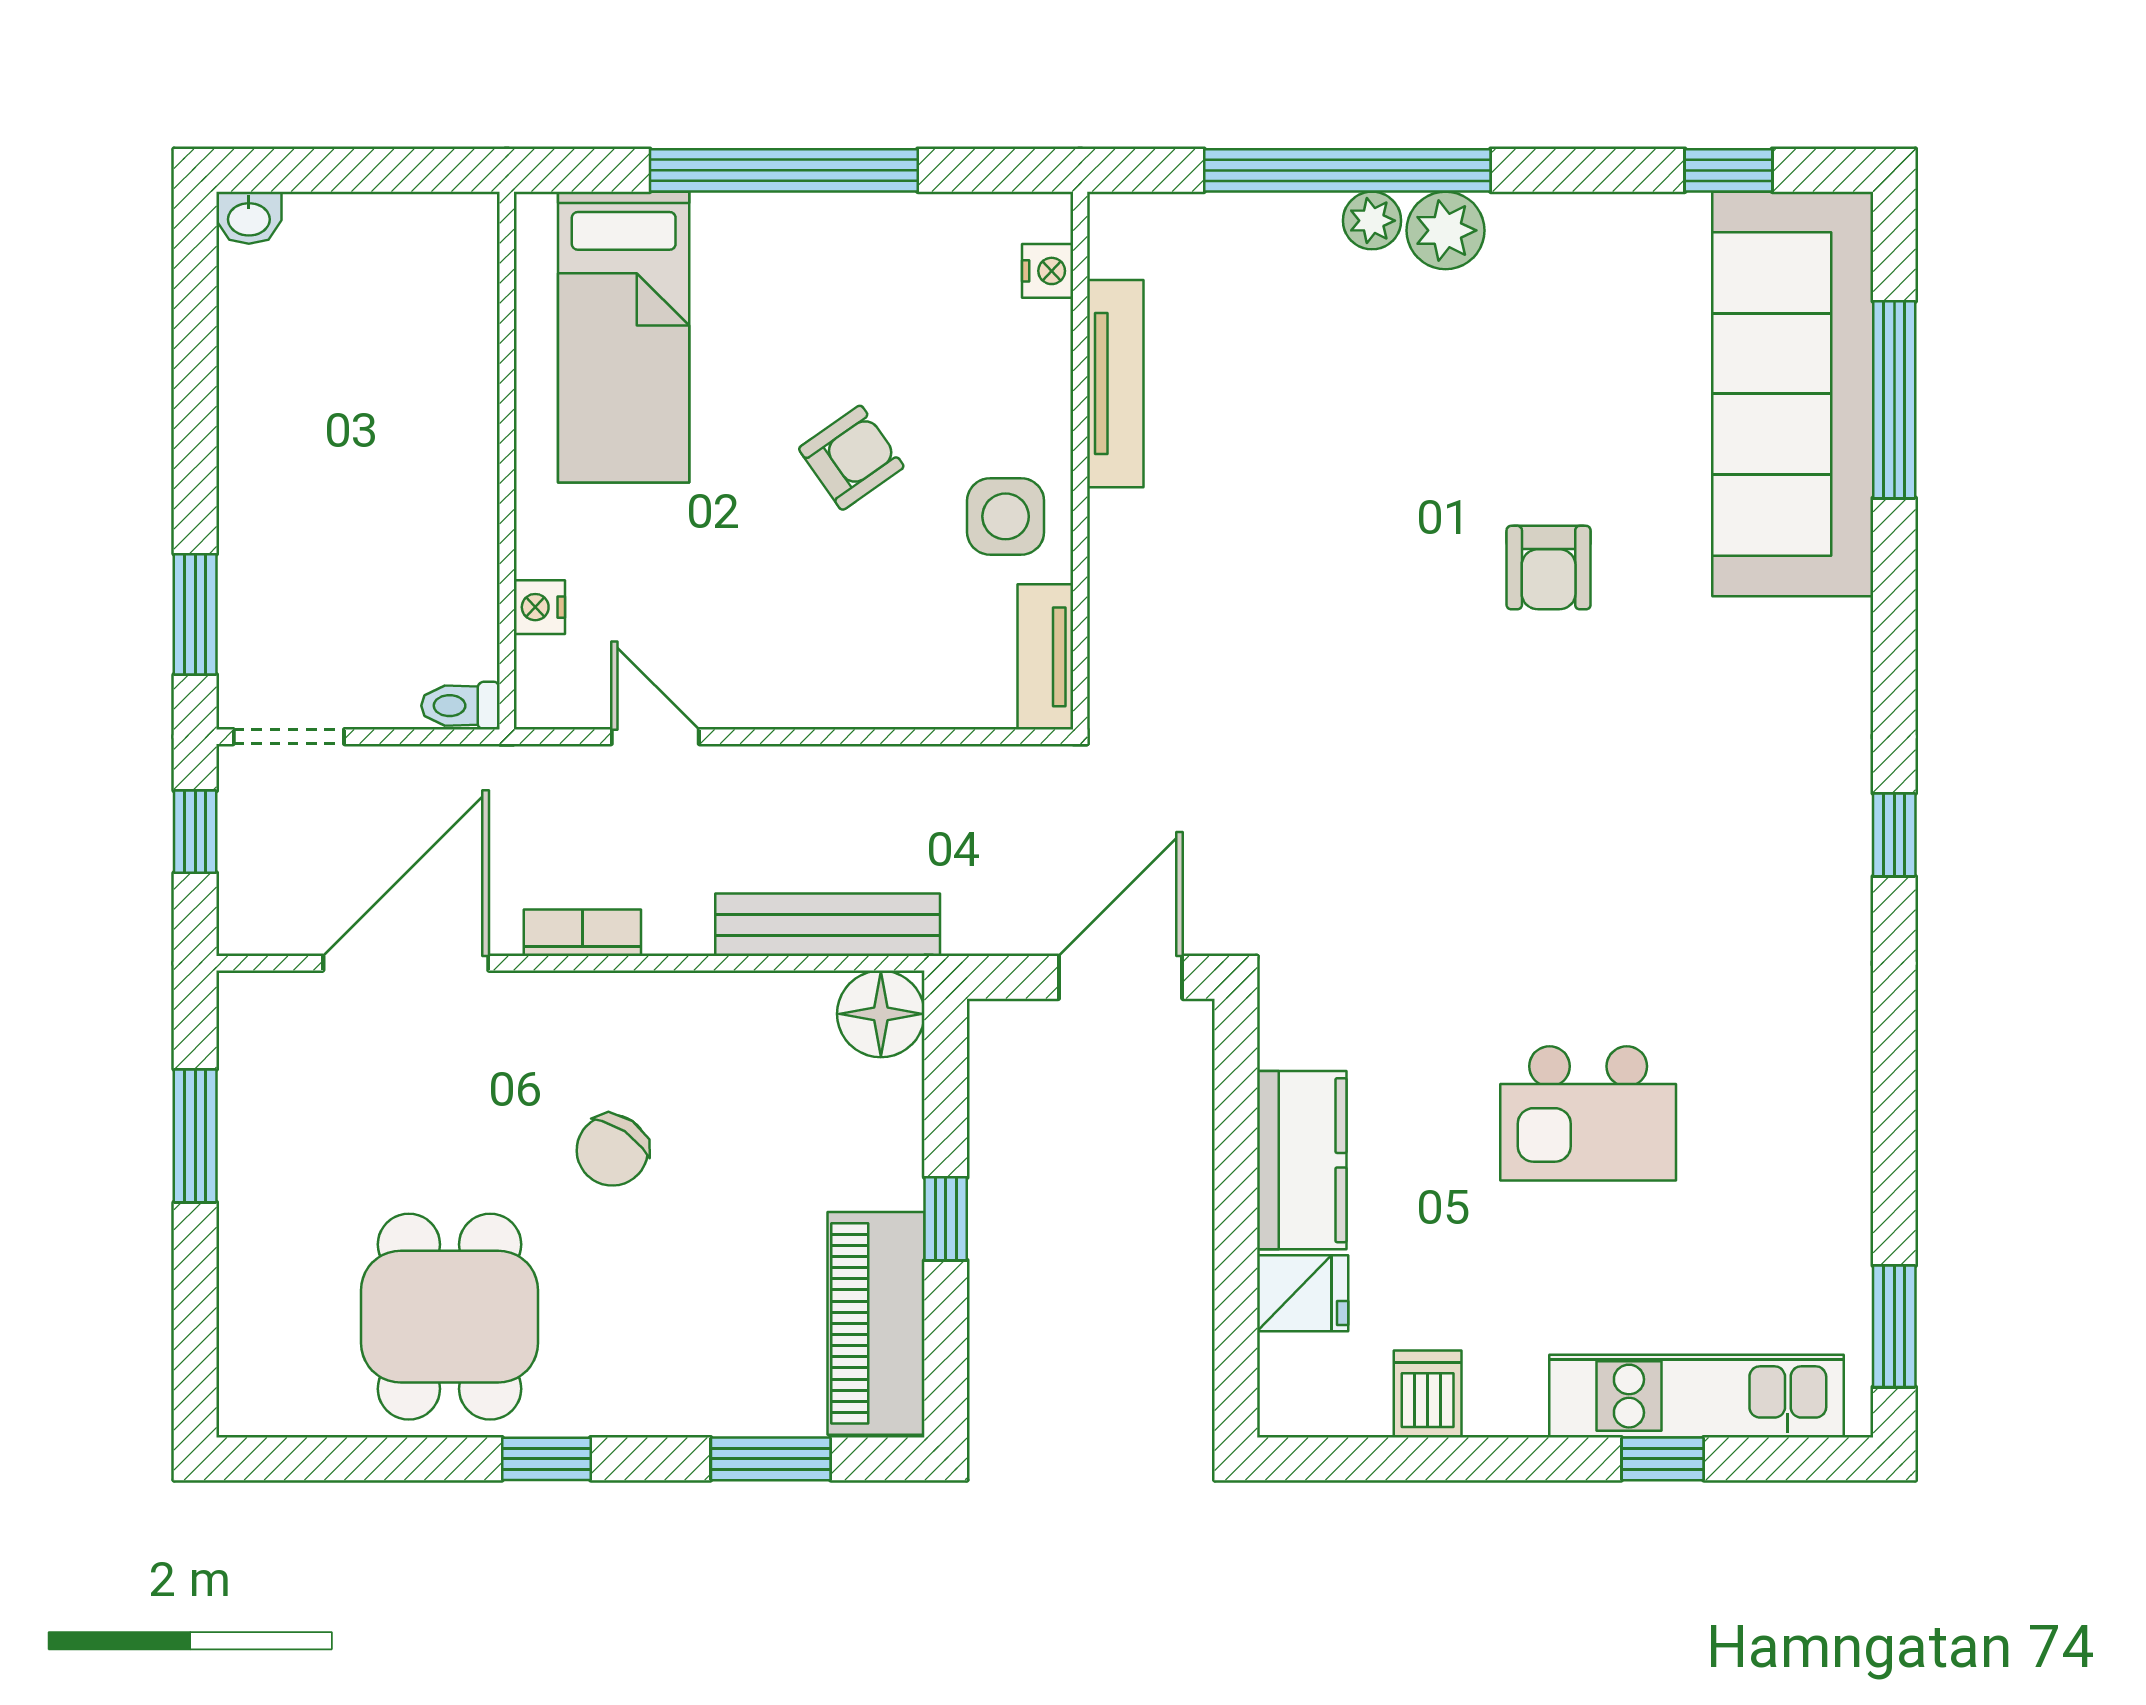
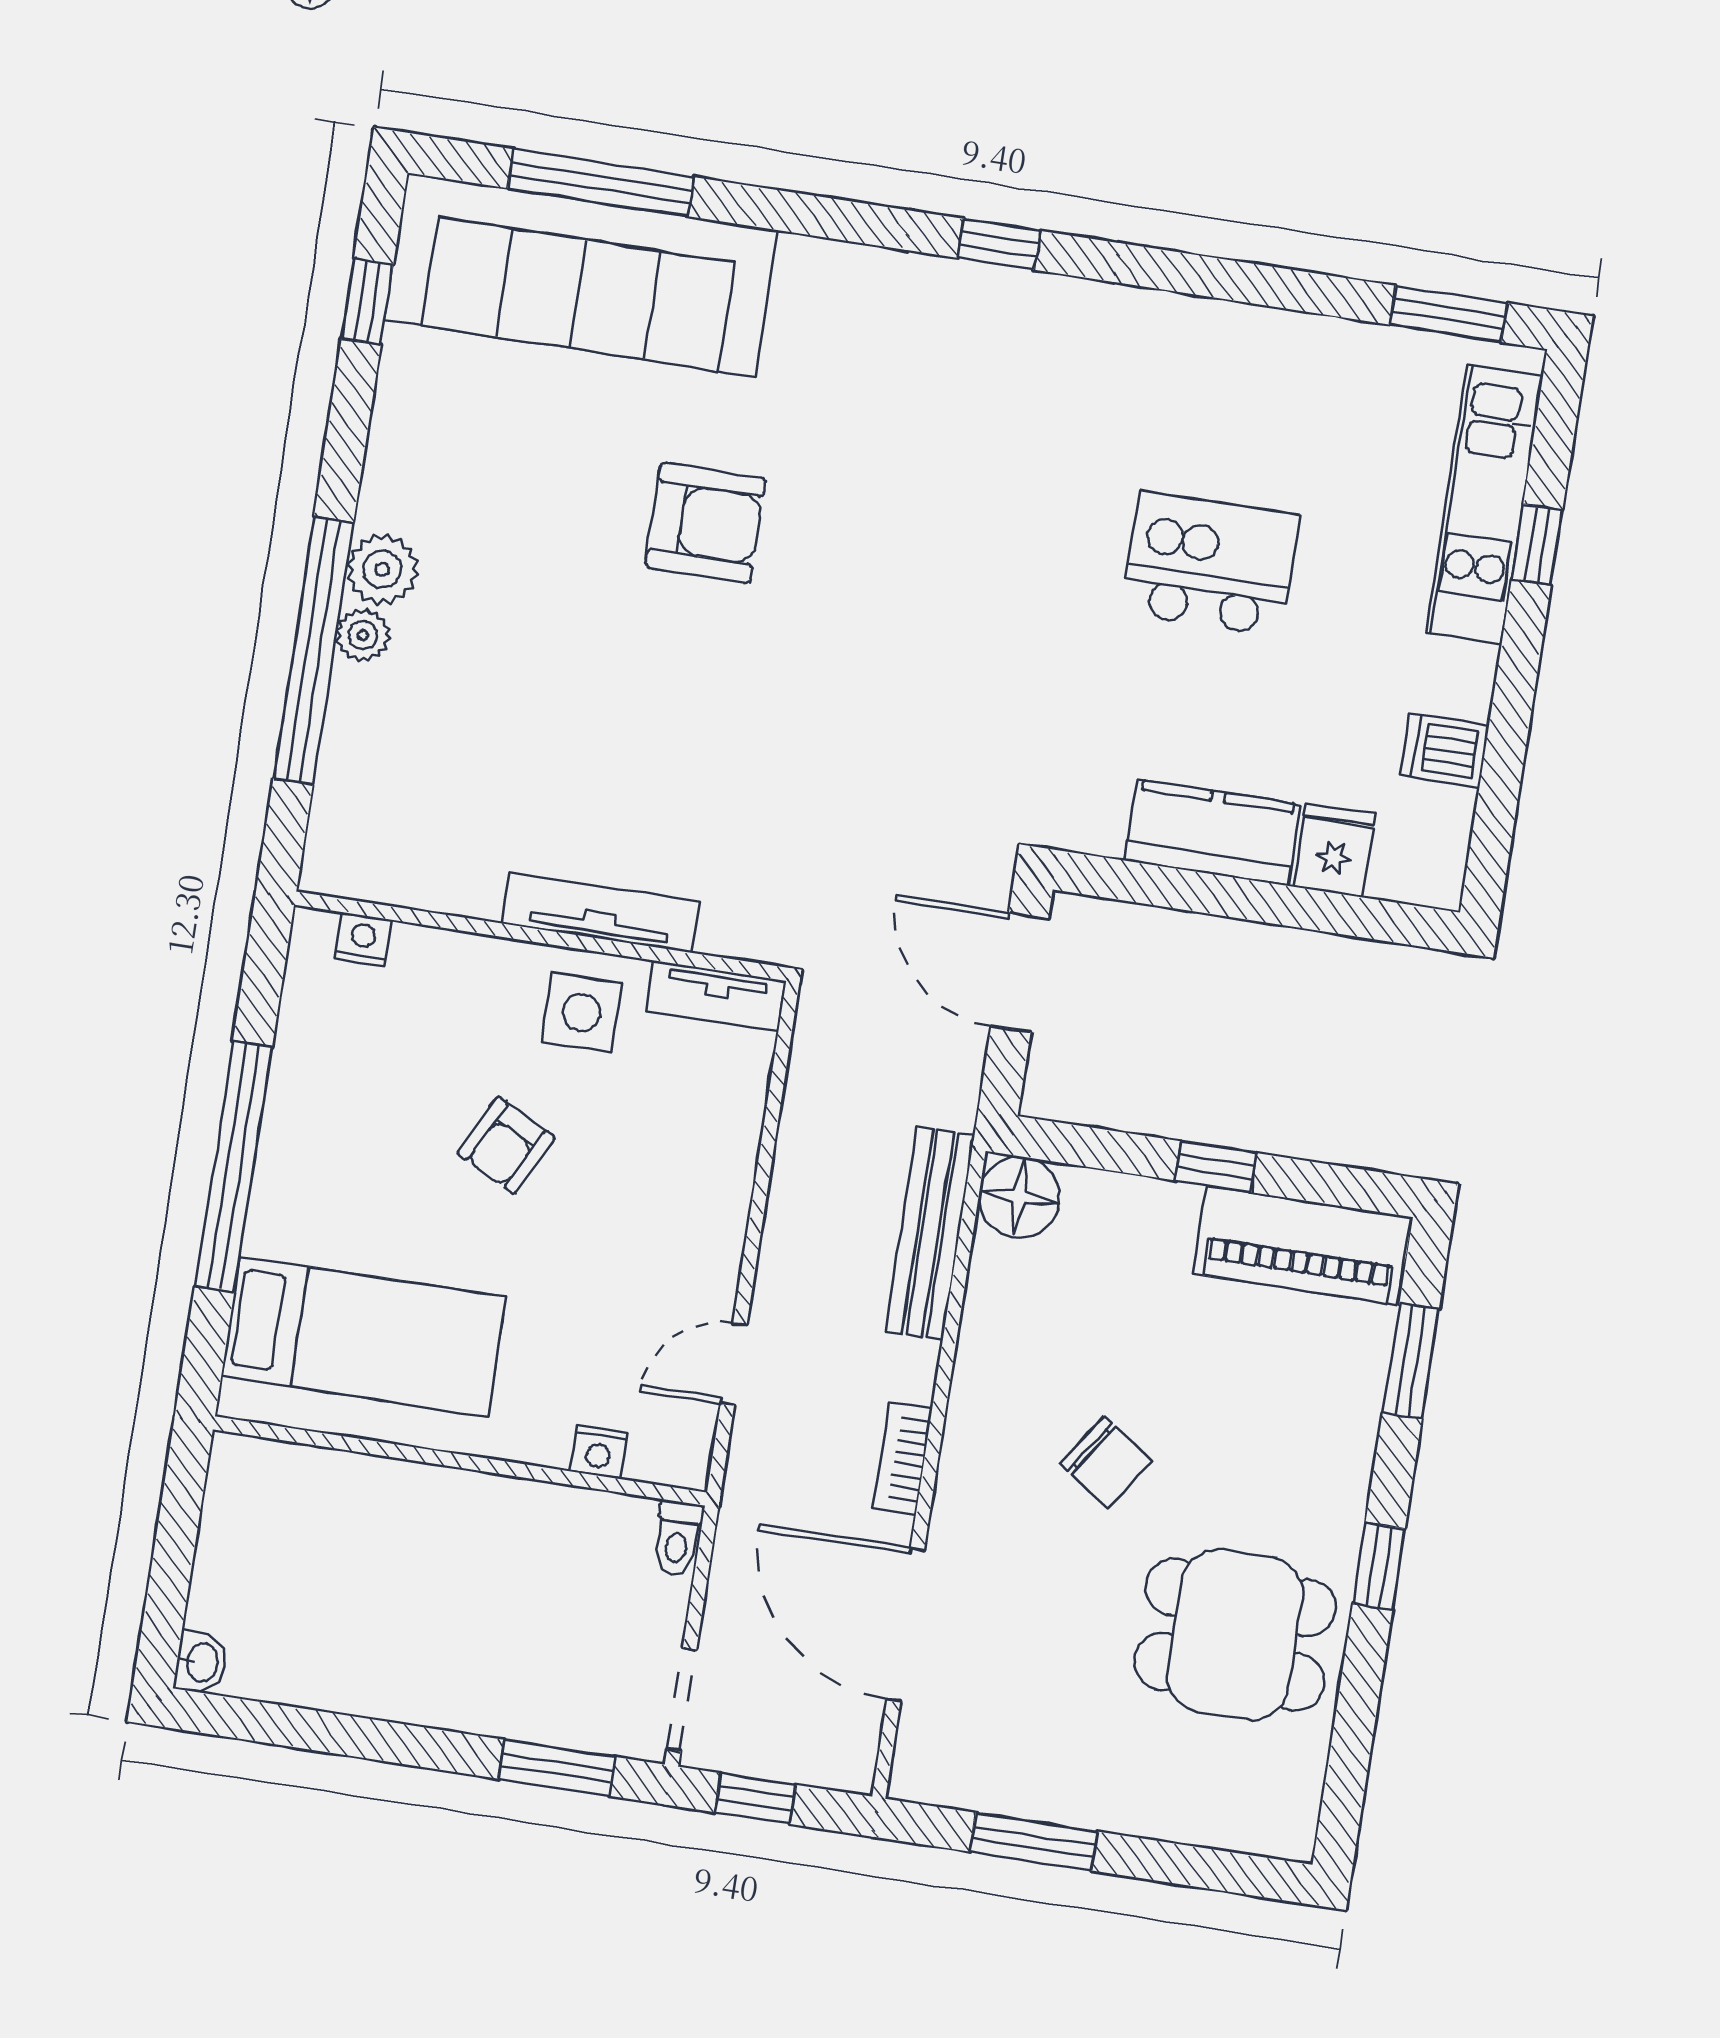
tv unit: (1115, 384) -> (601, 912), moved
armchair: (851, 458) -> (506, 1145), turned -118
armchair: (1549, 568) -> (705, 523), width x1.38, depth x1.38
kitchen island: (1588, 1113) -> (1210, 564), turned -90

